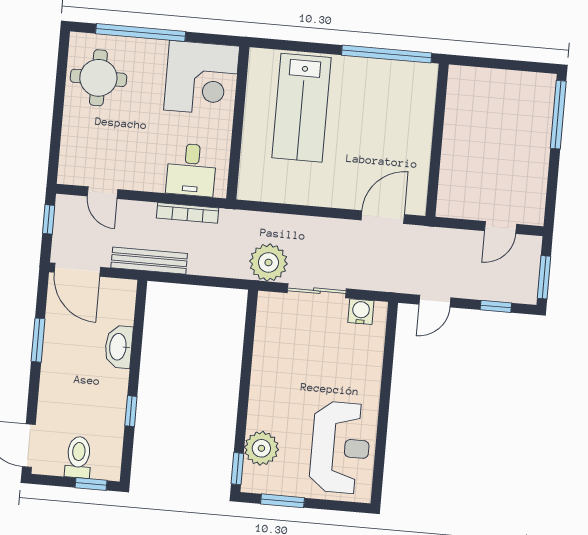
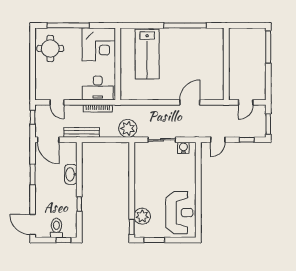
wall: (437, 140) -> (226, 64), moved
desk: (191, 170) -> (98, 88), width x1.37
plant: (268, 262) -> (128, 128), moved

